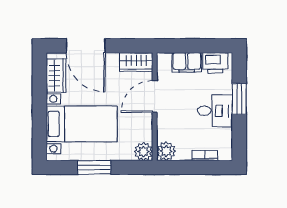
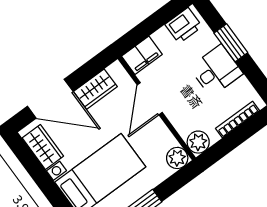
wardrobe: (136, 62) -> (95, 89), moved
filing cabinet: (187, 62) -> (142, 55), moved
bookcase: (205, 156) -> (237, 120), width x1.56

